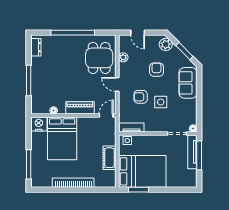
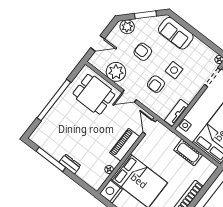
dresser: (36, 47) -> (70, 164), moved
plant: (123, 57) -> (116, 72), width x1.87, depth x1.87
window: (29, 80) -> (51, 159), moved

